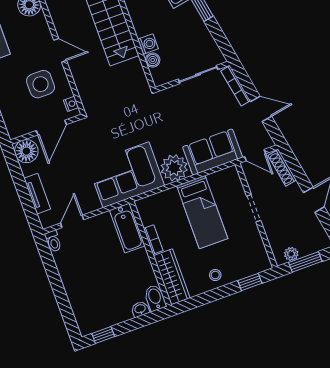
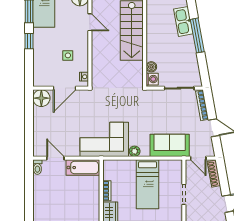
washing machine: (148, 44) -> (152, 79), moved
door: (60, 50) -> (90, 22), moved
side table: (41, 84) -> (68, 55), width x0.54, depth x0.54
plant: (174, 168) -> (135, 151), width x0.53, depth x0.53
tv unit: (37, 194) -> (38, 130), removed
door: (72, 221) -> (55, 158), hinge flipped
bathtub: (127, 228) -> (83, 168), moved, turned -90

